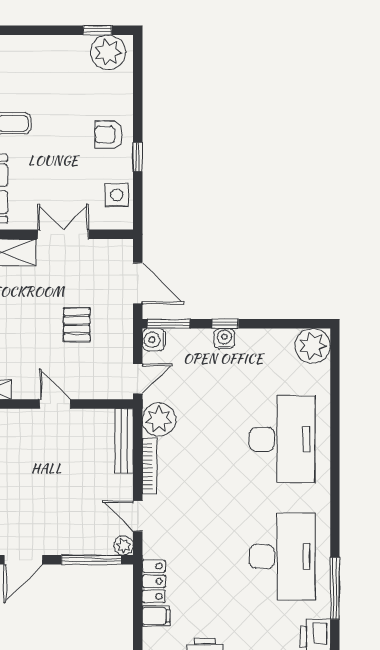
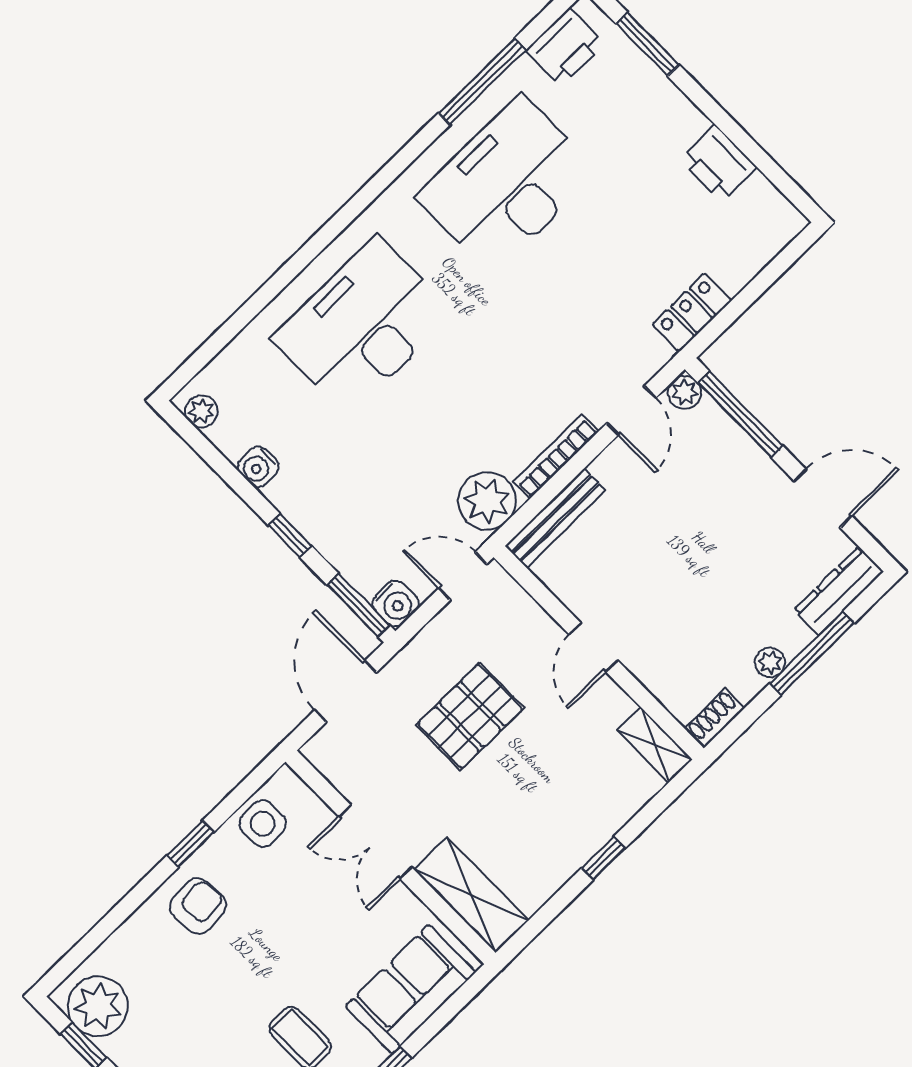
armchair: (109, 135) -> (198, 906), turned -94
pallet: (77, 325) -> (470, 716), width x1.50, depth x1.42
water cooler: (224, 338) -> (258, 467), moved
plant: (313, 346) -> (201, 411), width x0.53, depth x0.53
filing cabinet: (156, 616) -> (732, 268), removed

